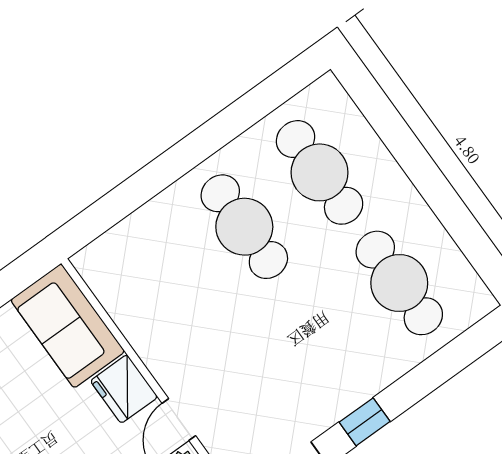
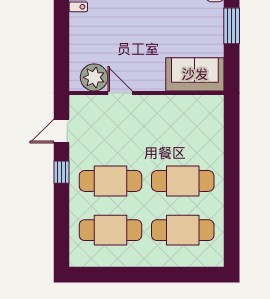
cafe table: (324, 337) -> (110, 181), added
fridge: (124, 389) -> (150, 79), removed

